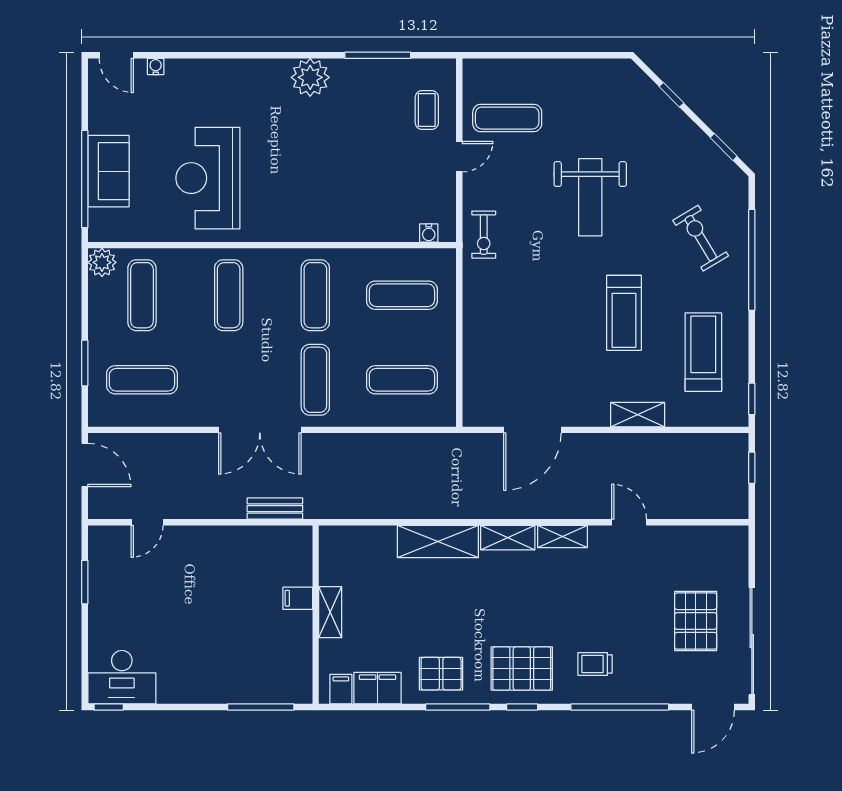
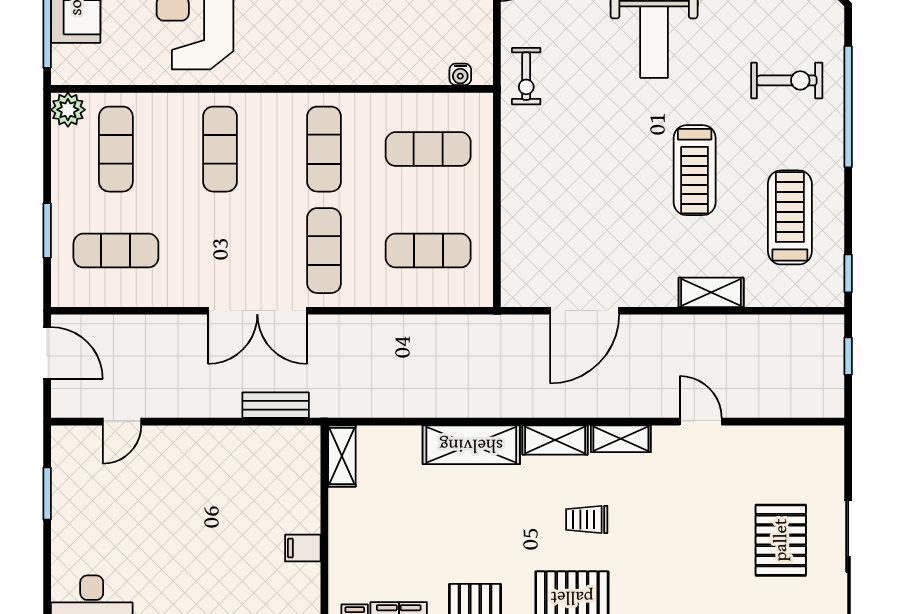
exercise bike: (701, 238) -> (787, 80), turned 121
filing cabinet: (298, 598) -> (303, 548), moved
shelving: (330, 612) -> (342, 456), moved
trolley: (595, 664) -> (587, 519), moved

